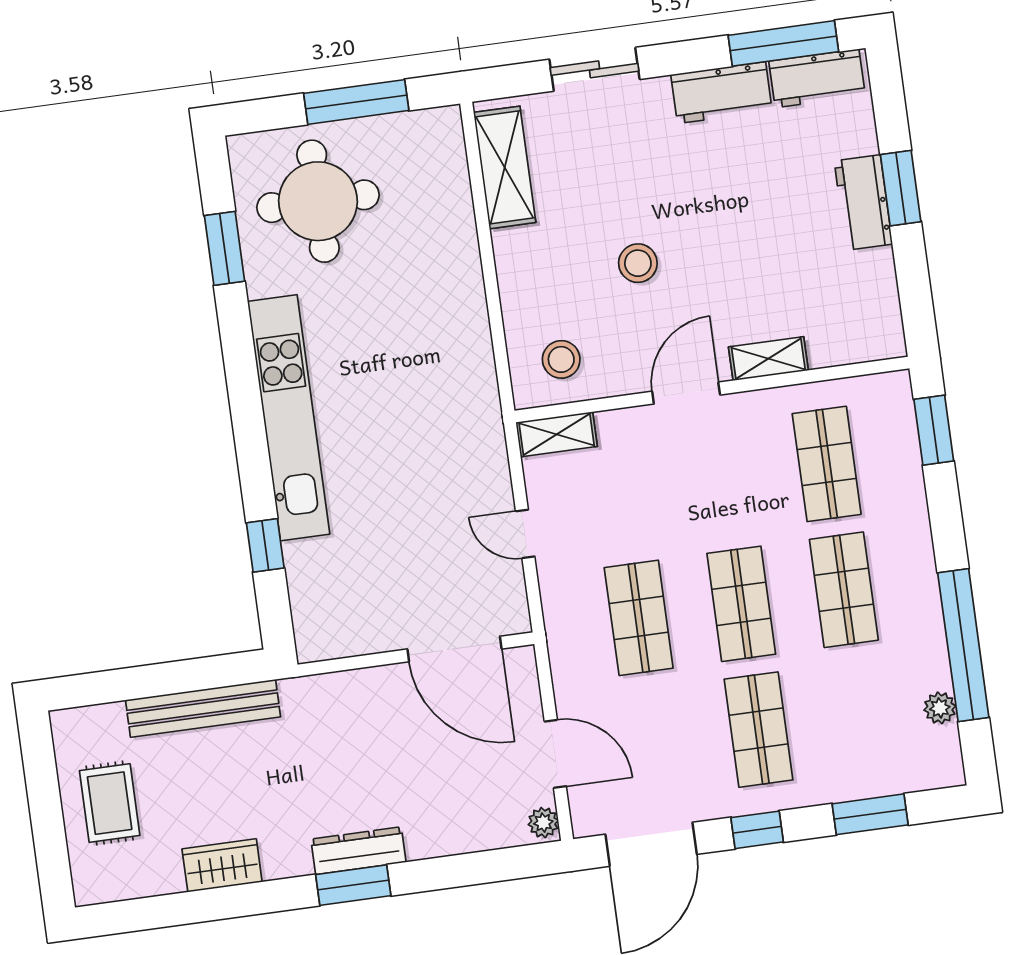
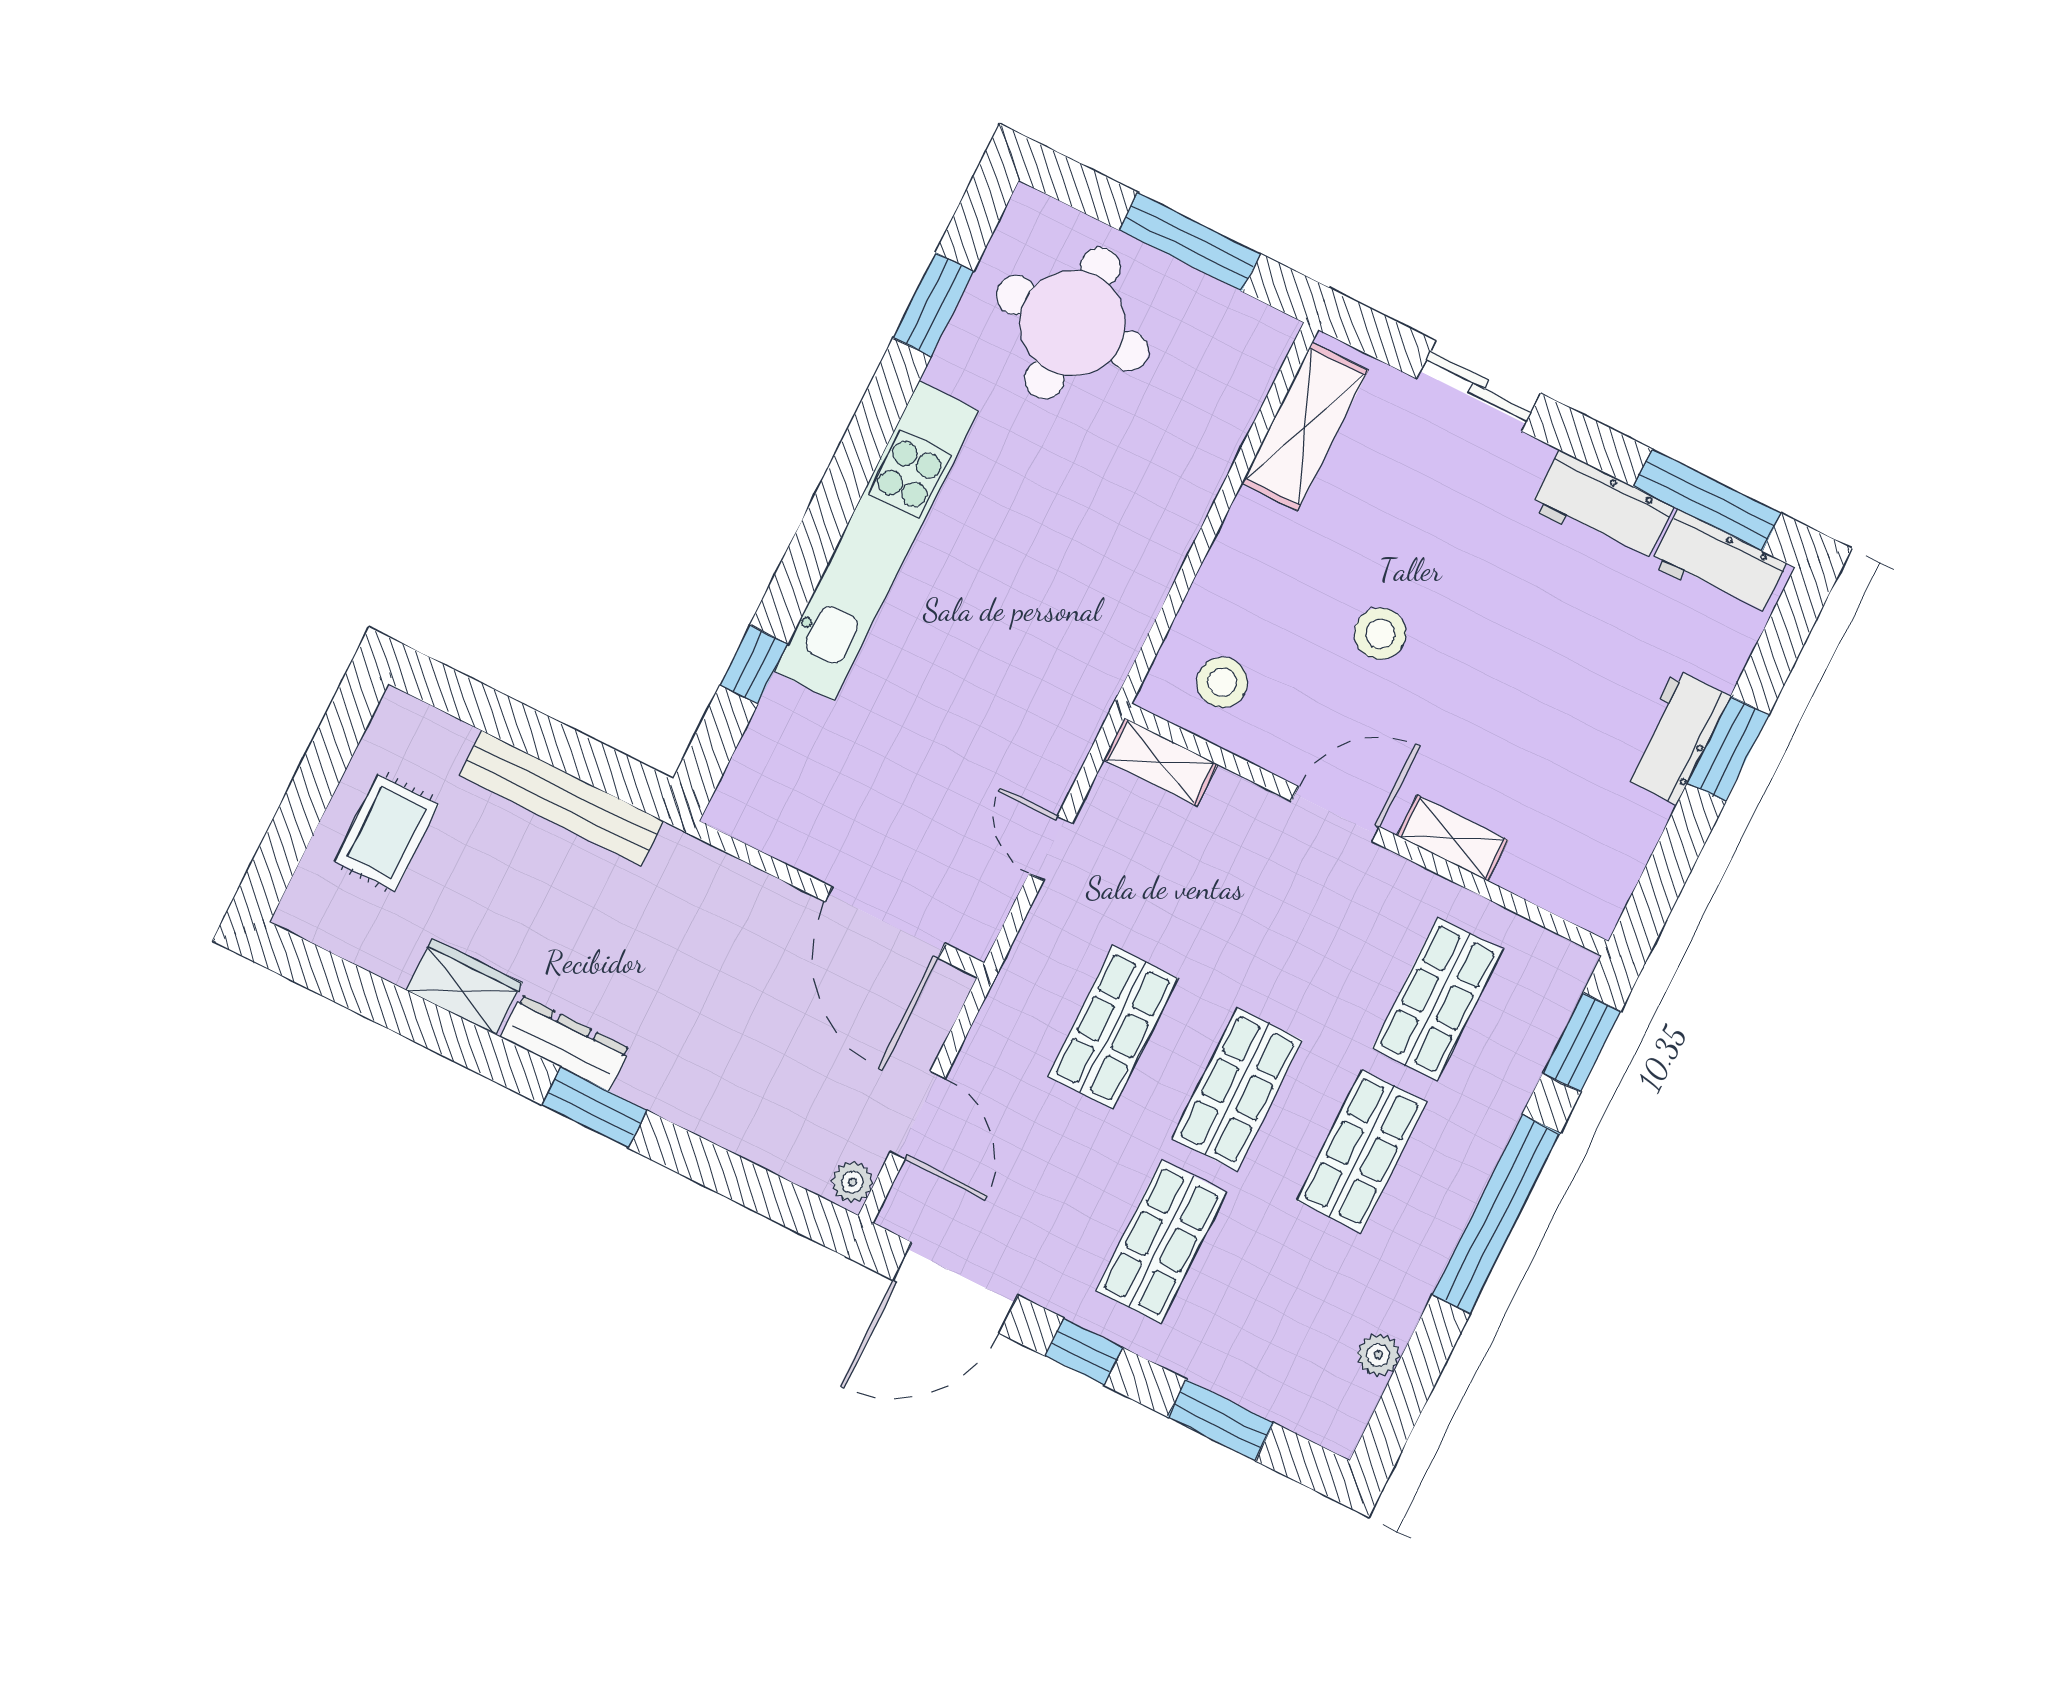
window: (963, 645) -> (1496, 1214), moved
dresser: (358, 851) -> (565, 1043), moved

